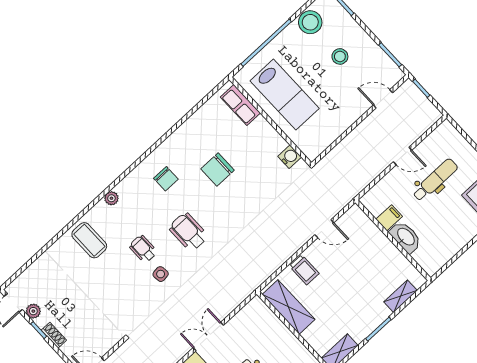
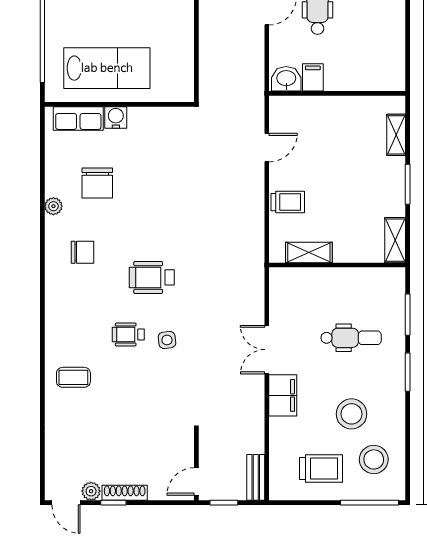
water cooler: (290, 157) -> (116, 117), moved
chair: (218, 170) -> (97, 183), moved
plant: (111, 198) -> (53, 206), moved
washbasin: (406, 237) -> (286, 79), moved, width x0.72
coffee table: (89, 240) -> (73, 377), width x0.73, depth x0.77
shelving: (289, 307) -> (309, 252), width x0.67, depth x0.75
shoe rack: (54, 335) -> (125, 493), width x1.43

